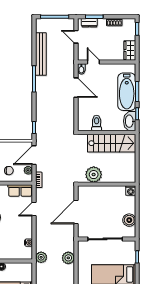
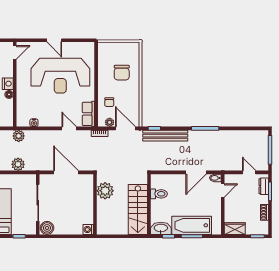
door: (76, 37) -> (249, 172), hinge flipped
bench: (41, 54) -> (165, 136), moved
boiler: (129, 220) -> (47, 228), moved

